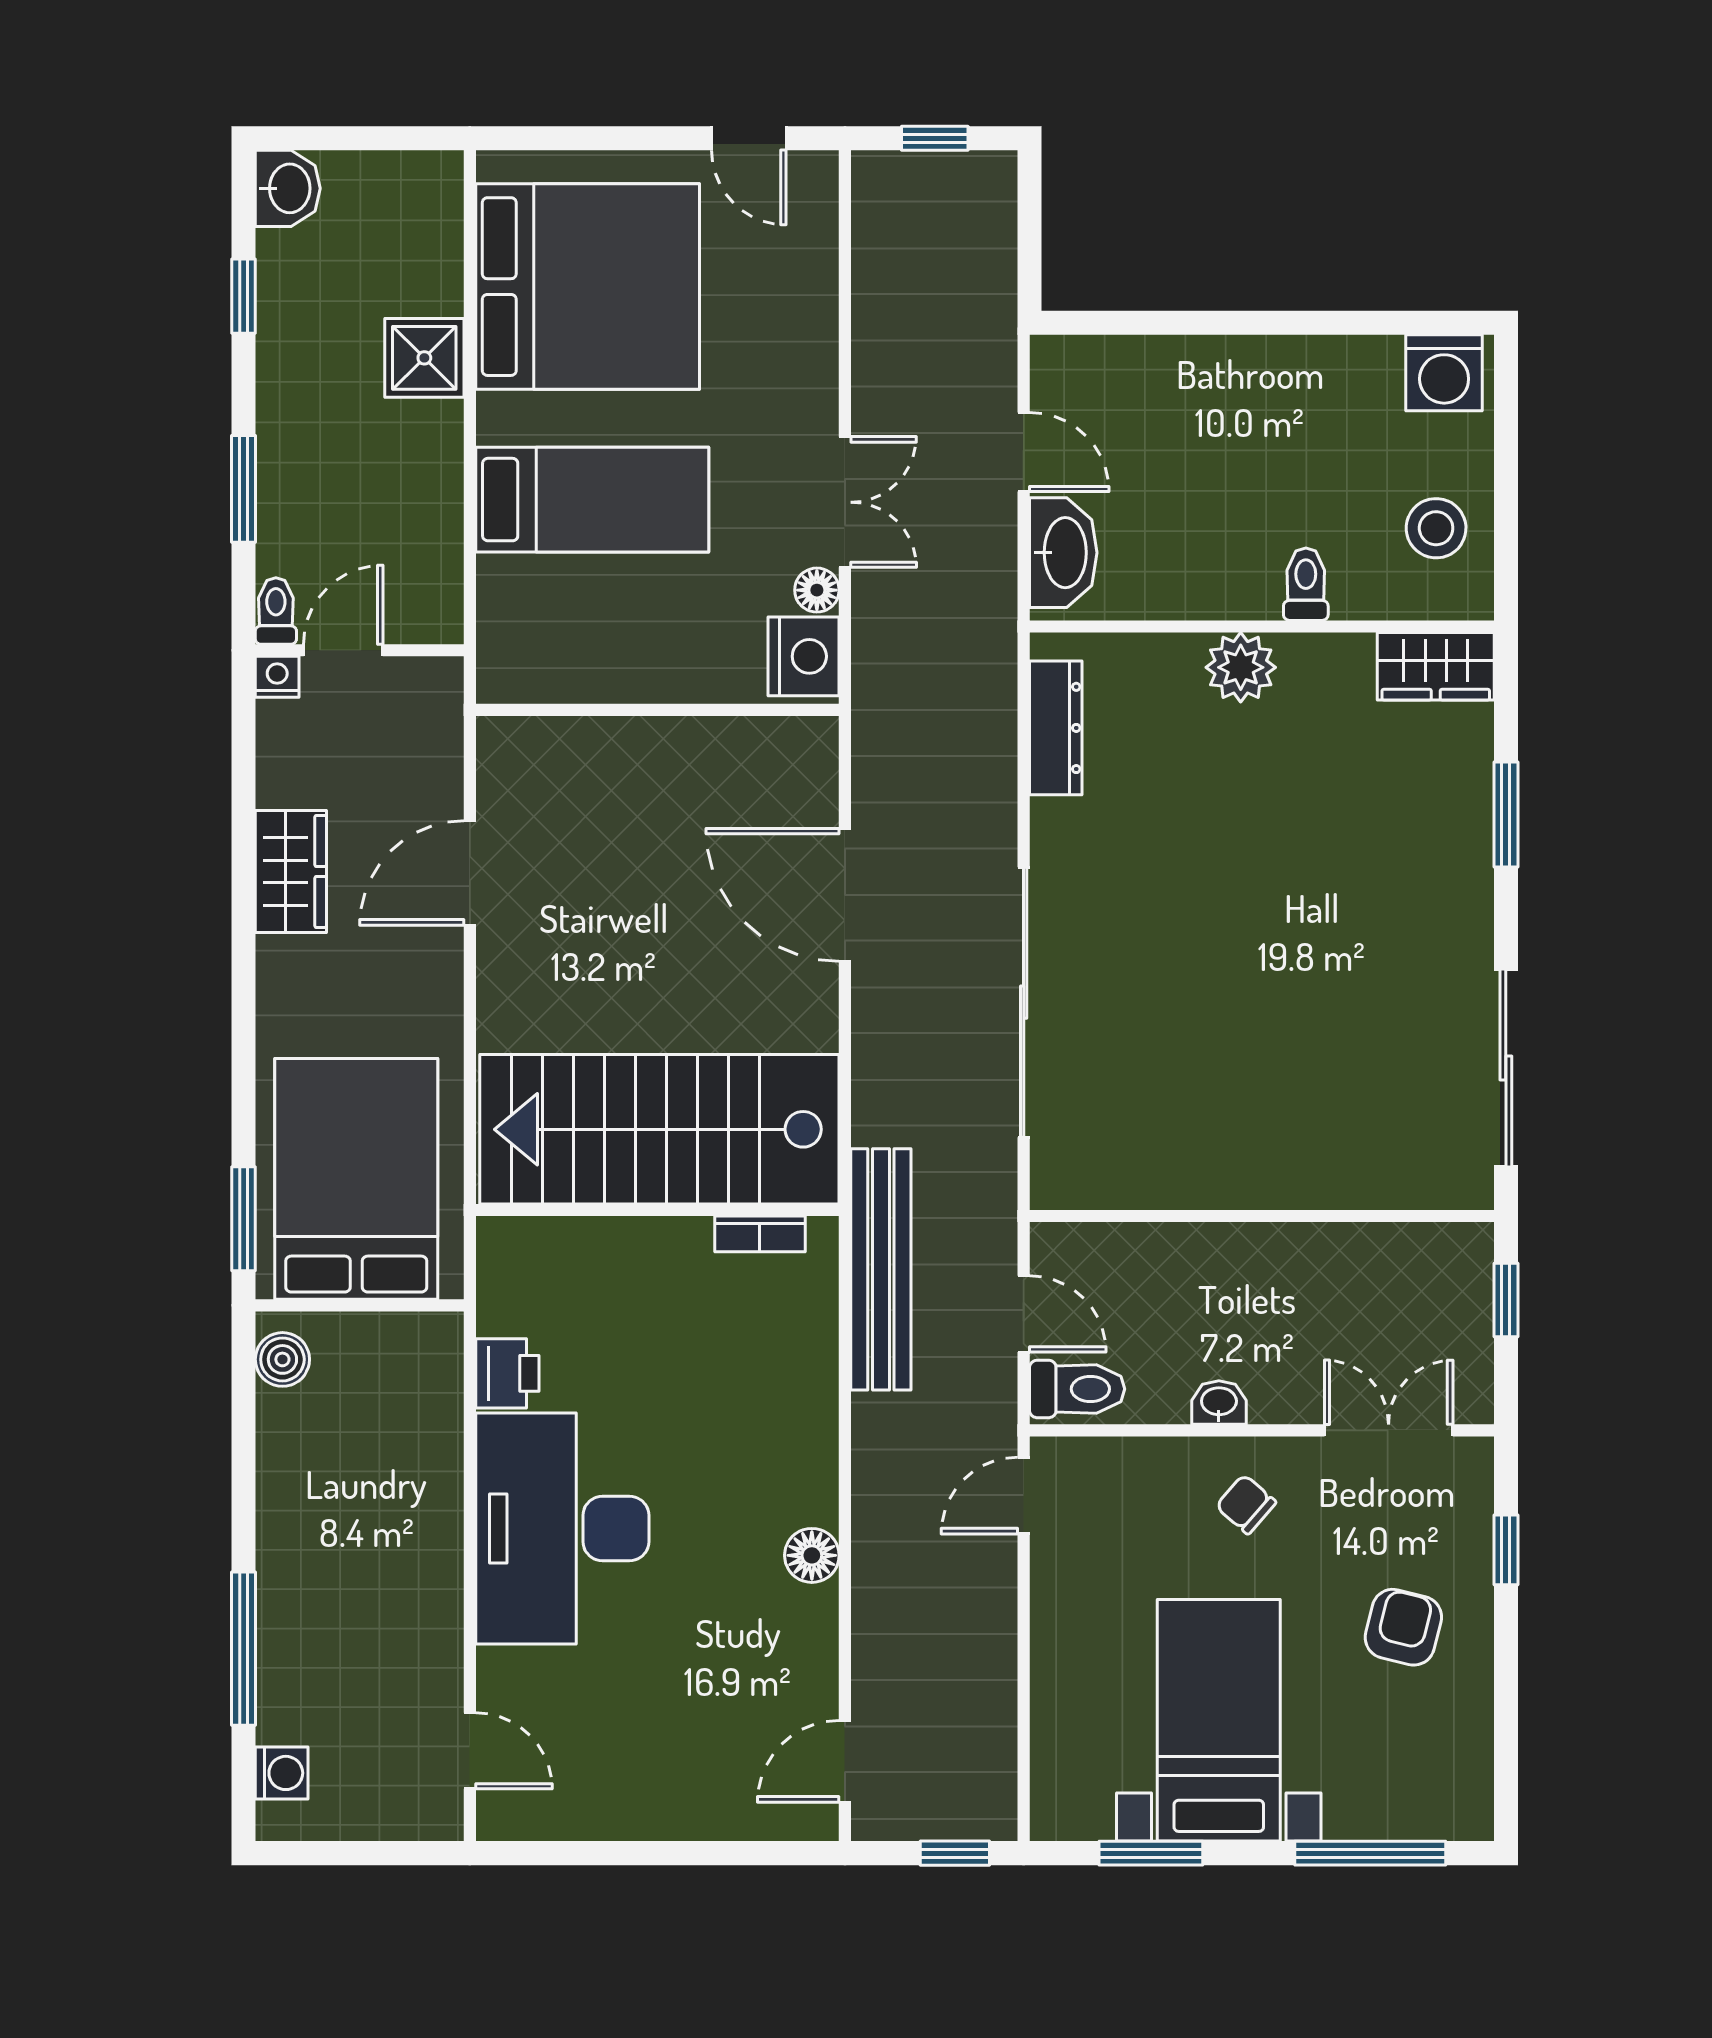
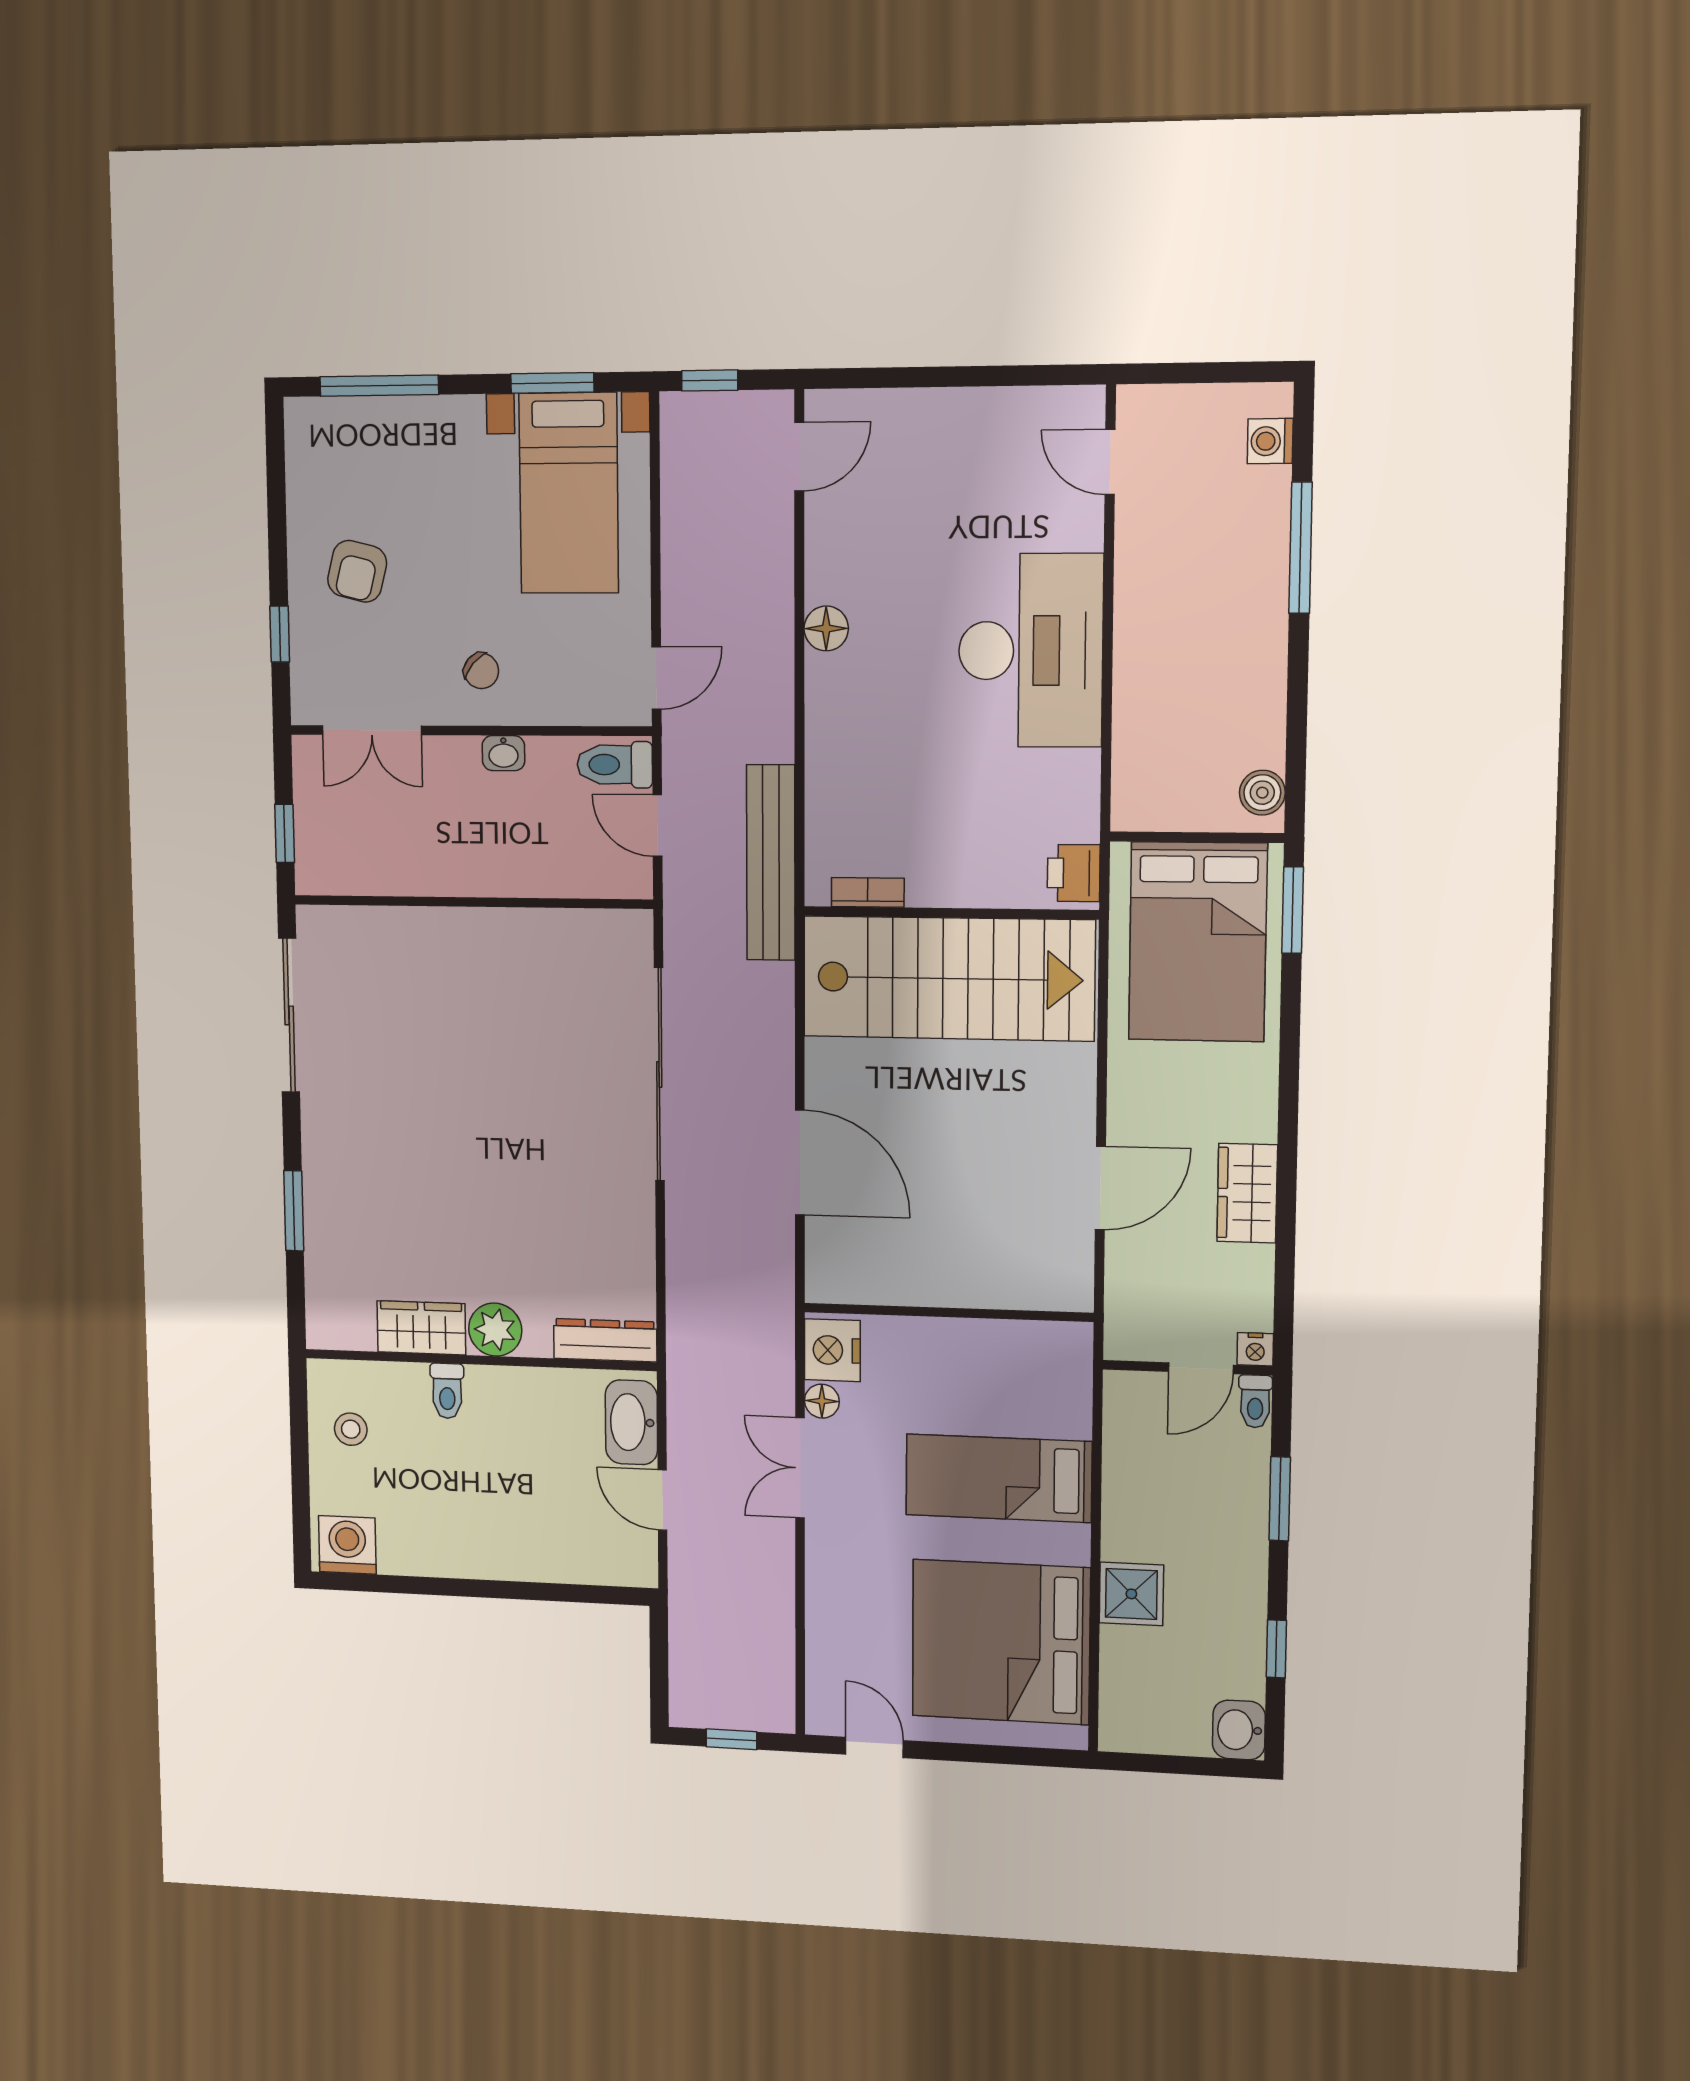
stool: (1436, 528) -> (351, 1429), width x0.73, depth x0.73
wardrobe: (1436, 666) -> (421, 1328), moved
dresser: (1056, 728) -> (605, 1340), moved, turned 90
printer: (507, 1373) -> (1074, 873), moved
bed with nightstands: (1219, 1720) -> (569, 493), moved

